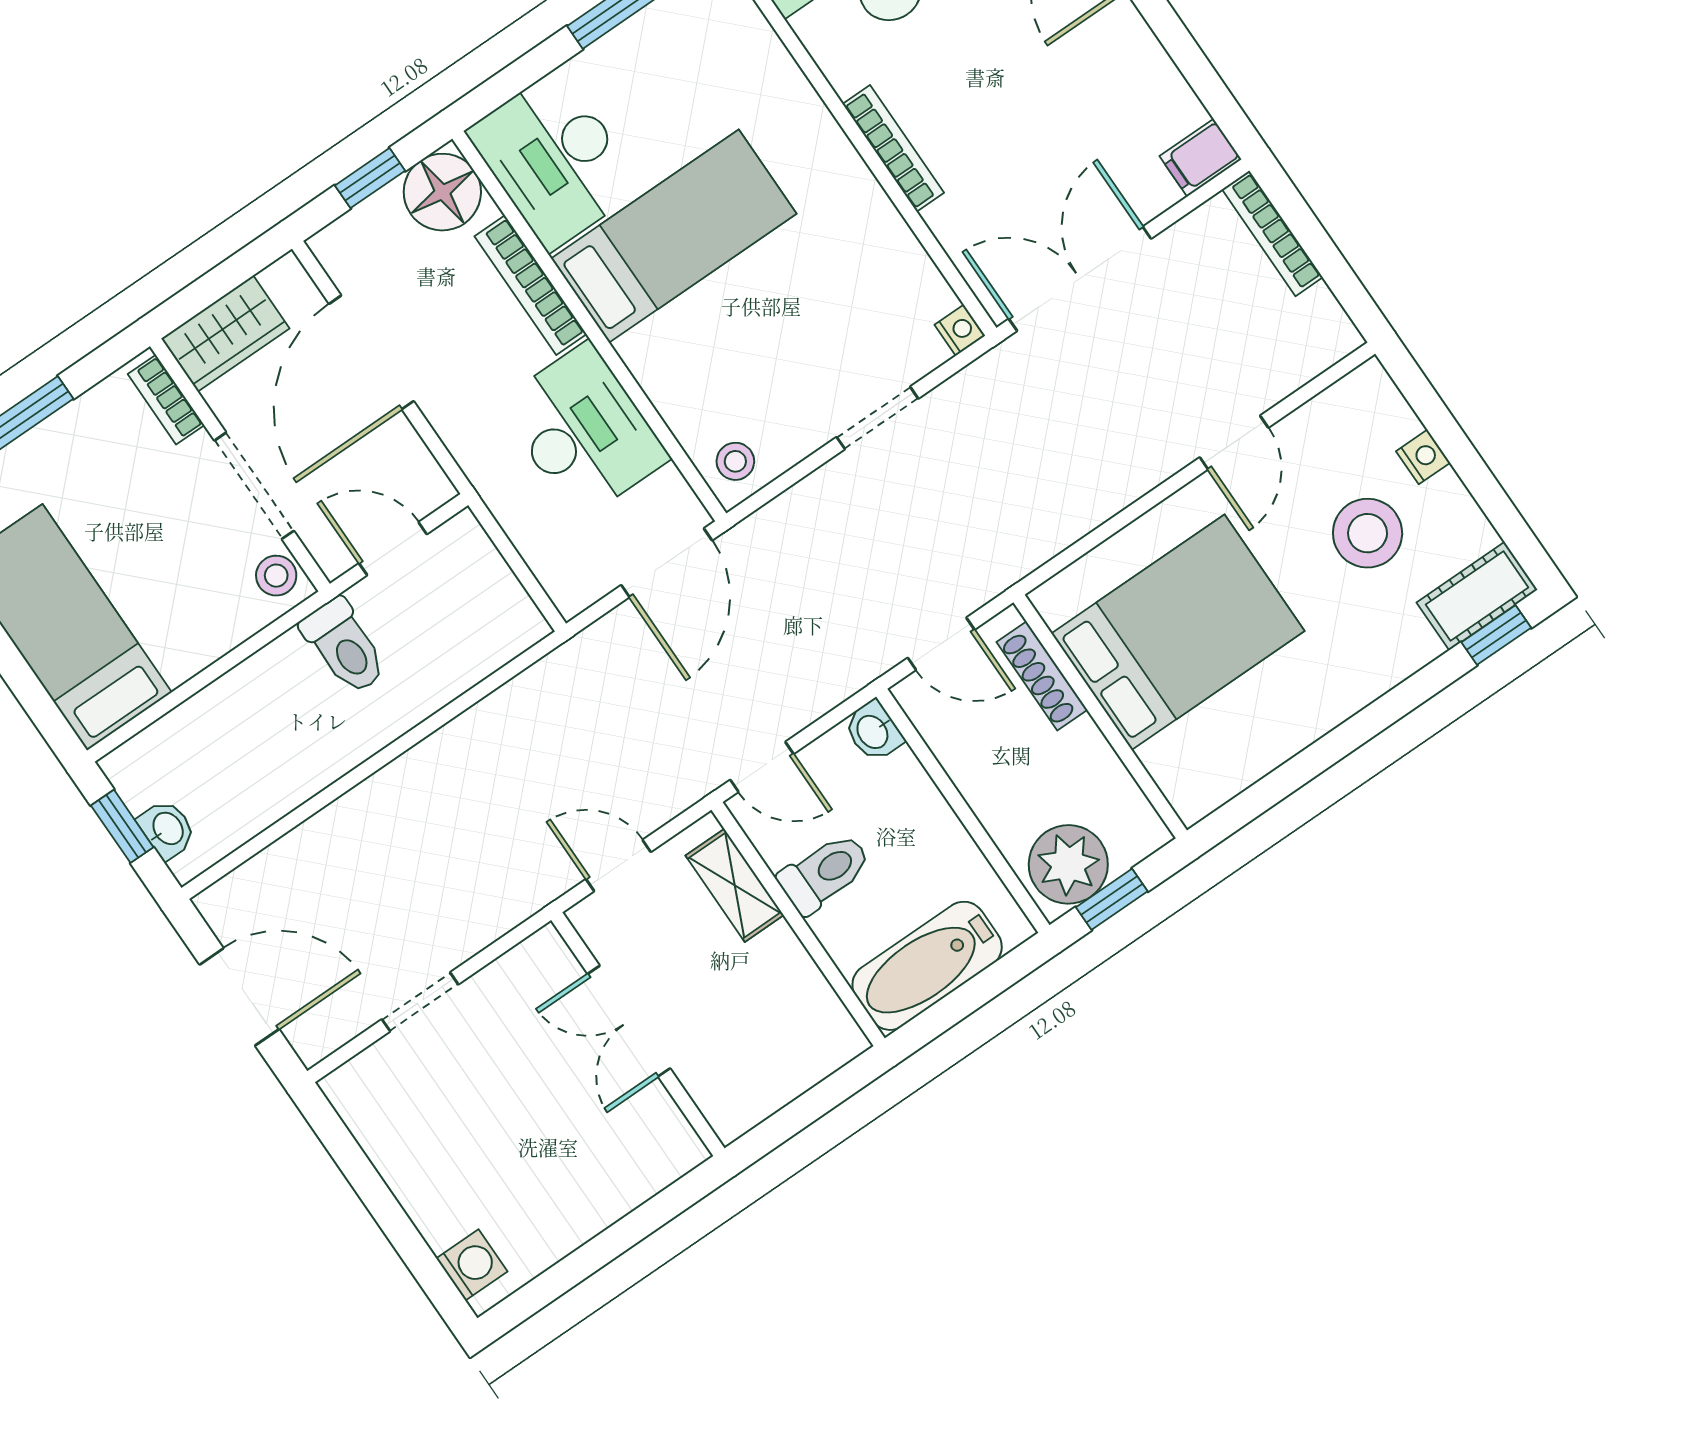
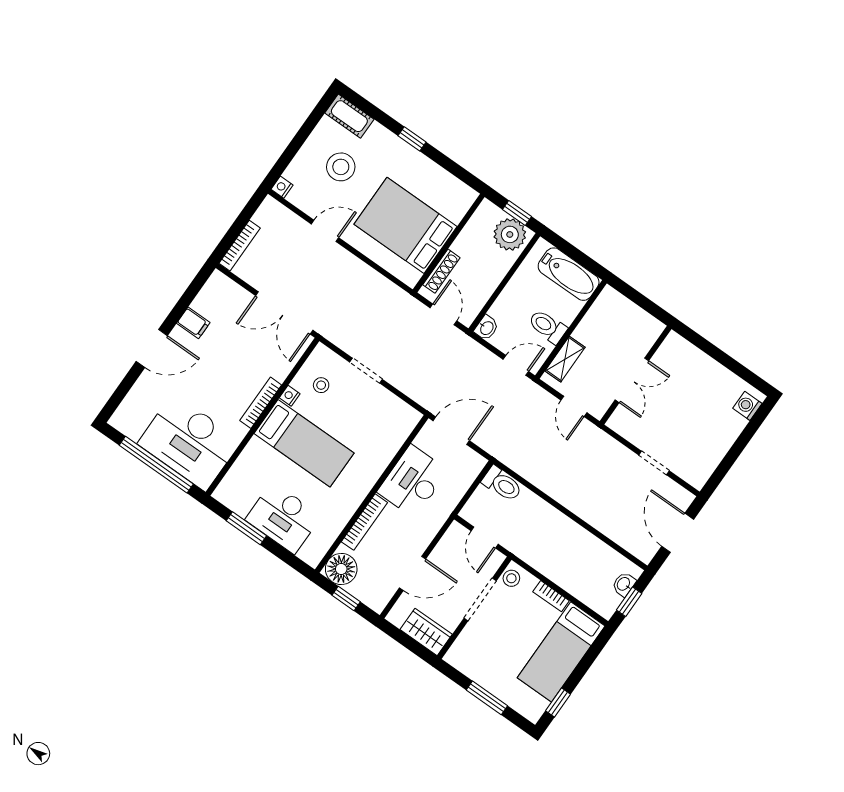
filing cabinet: (1201, 158) -> (193, 323), moved
desk: (554, 159) -> (283, 518), moved, turned 90
bed: (674, 236) -> (304, 443), moved, turned 180
nightstand: (960, 330) -> (290, 396), moved
door: (371, 352) -> (413, 573), width x0.73
bookcase: (166, 400) -> (551, 596), moved, turned 90
nightstand: (1423, 457) -> (282, 187), moved
stool: (735, 461) -> (321, 385), moved
window: (1496, 635) -> (412, 139), moved
toilet: (344, 646) -> (502, 484), moved, turned 90
door: (762, 767) -> (516, 365), hinge flipped

